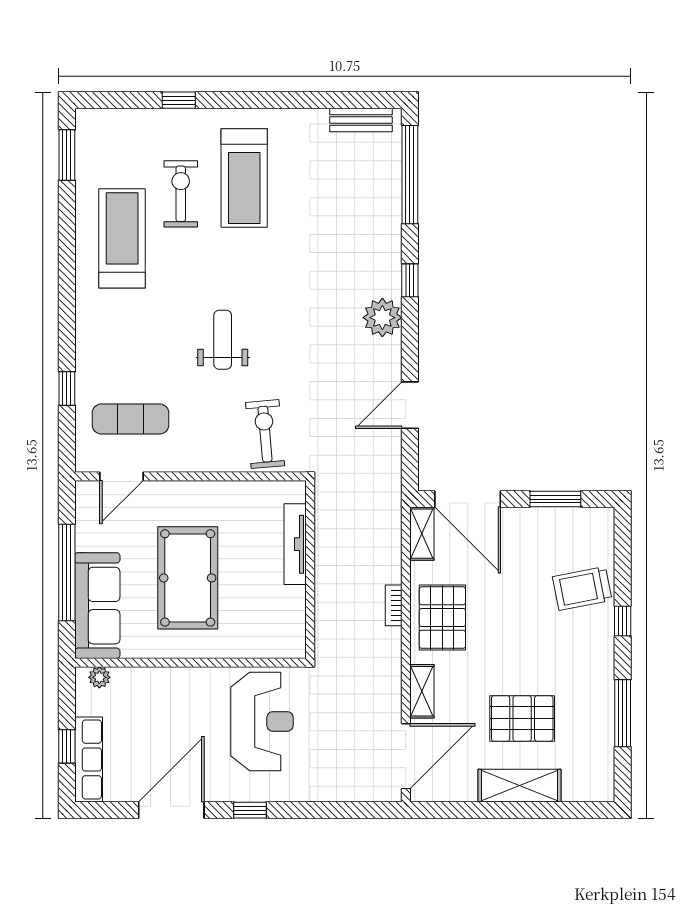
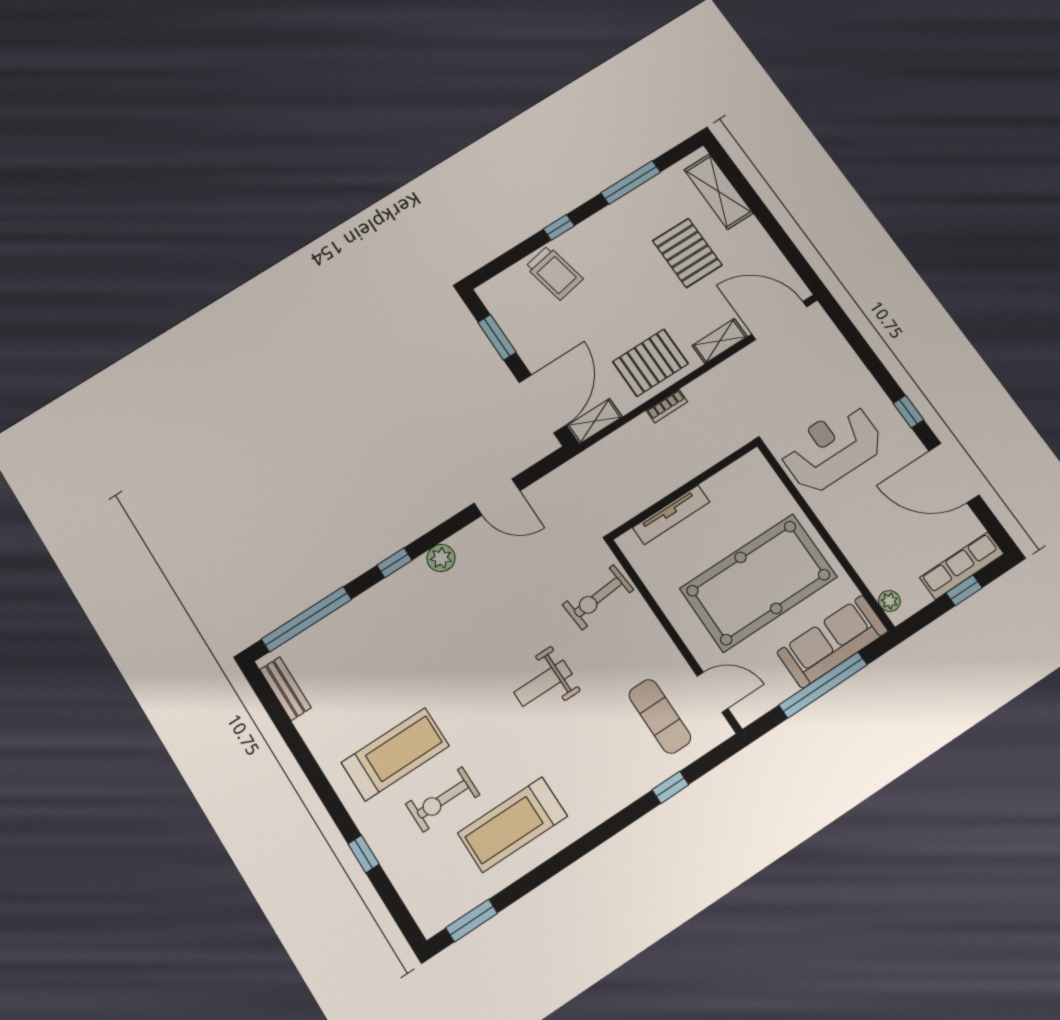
plant: (382, 318) -> (441, 558), width x0.73, depth x0.73
pool table: (188, 578) -> (758, 583), width x1.36, depth x1.32
shelving: (519, 786) -> (719, 191), moved

